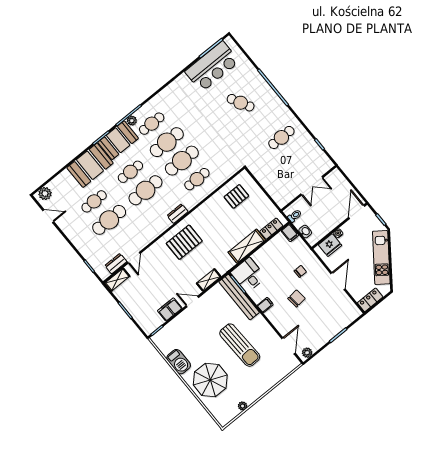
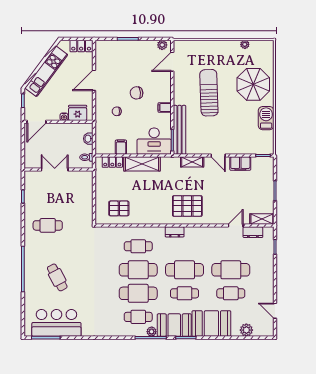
plant: (45, 194) -> (246, 330), moved
filing cabinet: (290, 233) -> (121, 147), moved
desk: (248, 275) -> (154, 141), width x1.37

